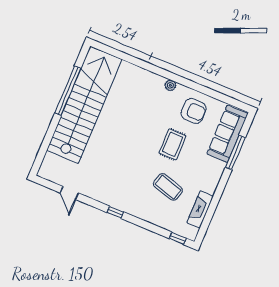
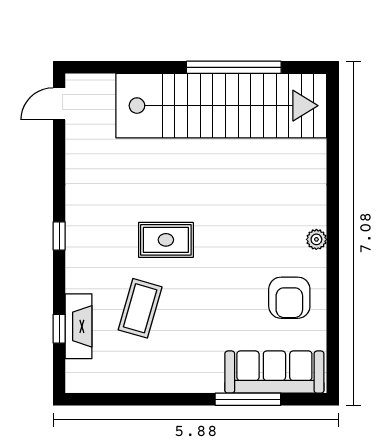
rug: (173, 144) -> (166, 240), moved
door: (69, 193) -> (59, 104), moved
fireplace: (200, 209) -> (79, 326), moved, turned 90
window: (178, 238) -> (59, 329), moved

